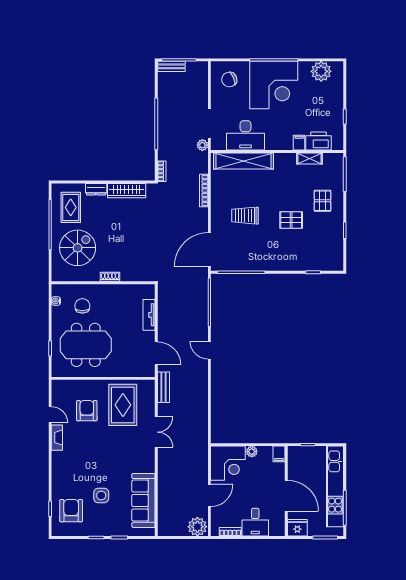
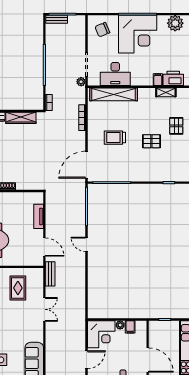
rug: (123, 405) -> (18, 288), width x0.73, depth x0.70
filing cabinet: (279, 454) -> (130, 327), moved

